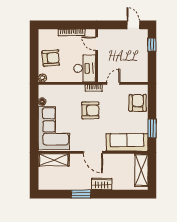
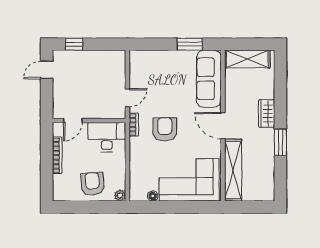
door: (113, 83) -> (127, 98), swing flipped
armchair: (138, 103) -> (155, 64), removed
door: (93, 152) -> (223, 126), swing flipped
shelving: (54, 160) -> (233, 170), width x1.47

